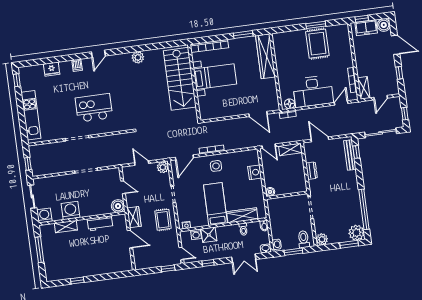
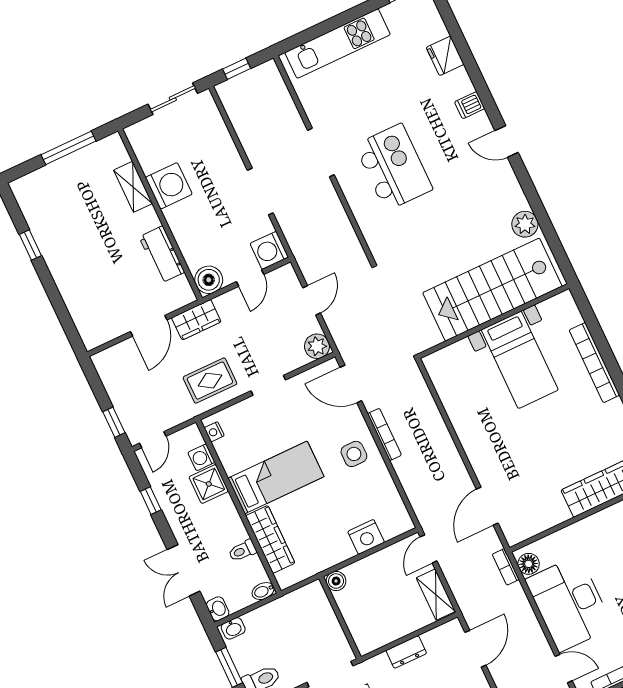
bed with nightstands: (215, 77) -> (520, 360), moved
stairs: (180, 79) -> (492, 290), moved
wall: (194, 83) -> (494, 321), moved
washing machine: (44, 215) -> (269, 250), moved, turned 180

